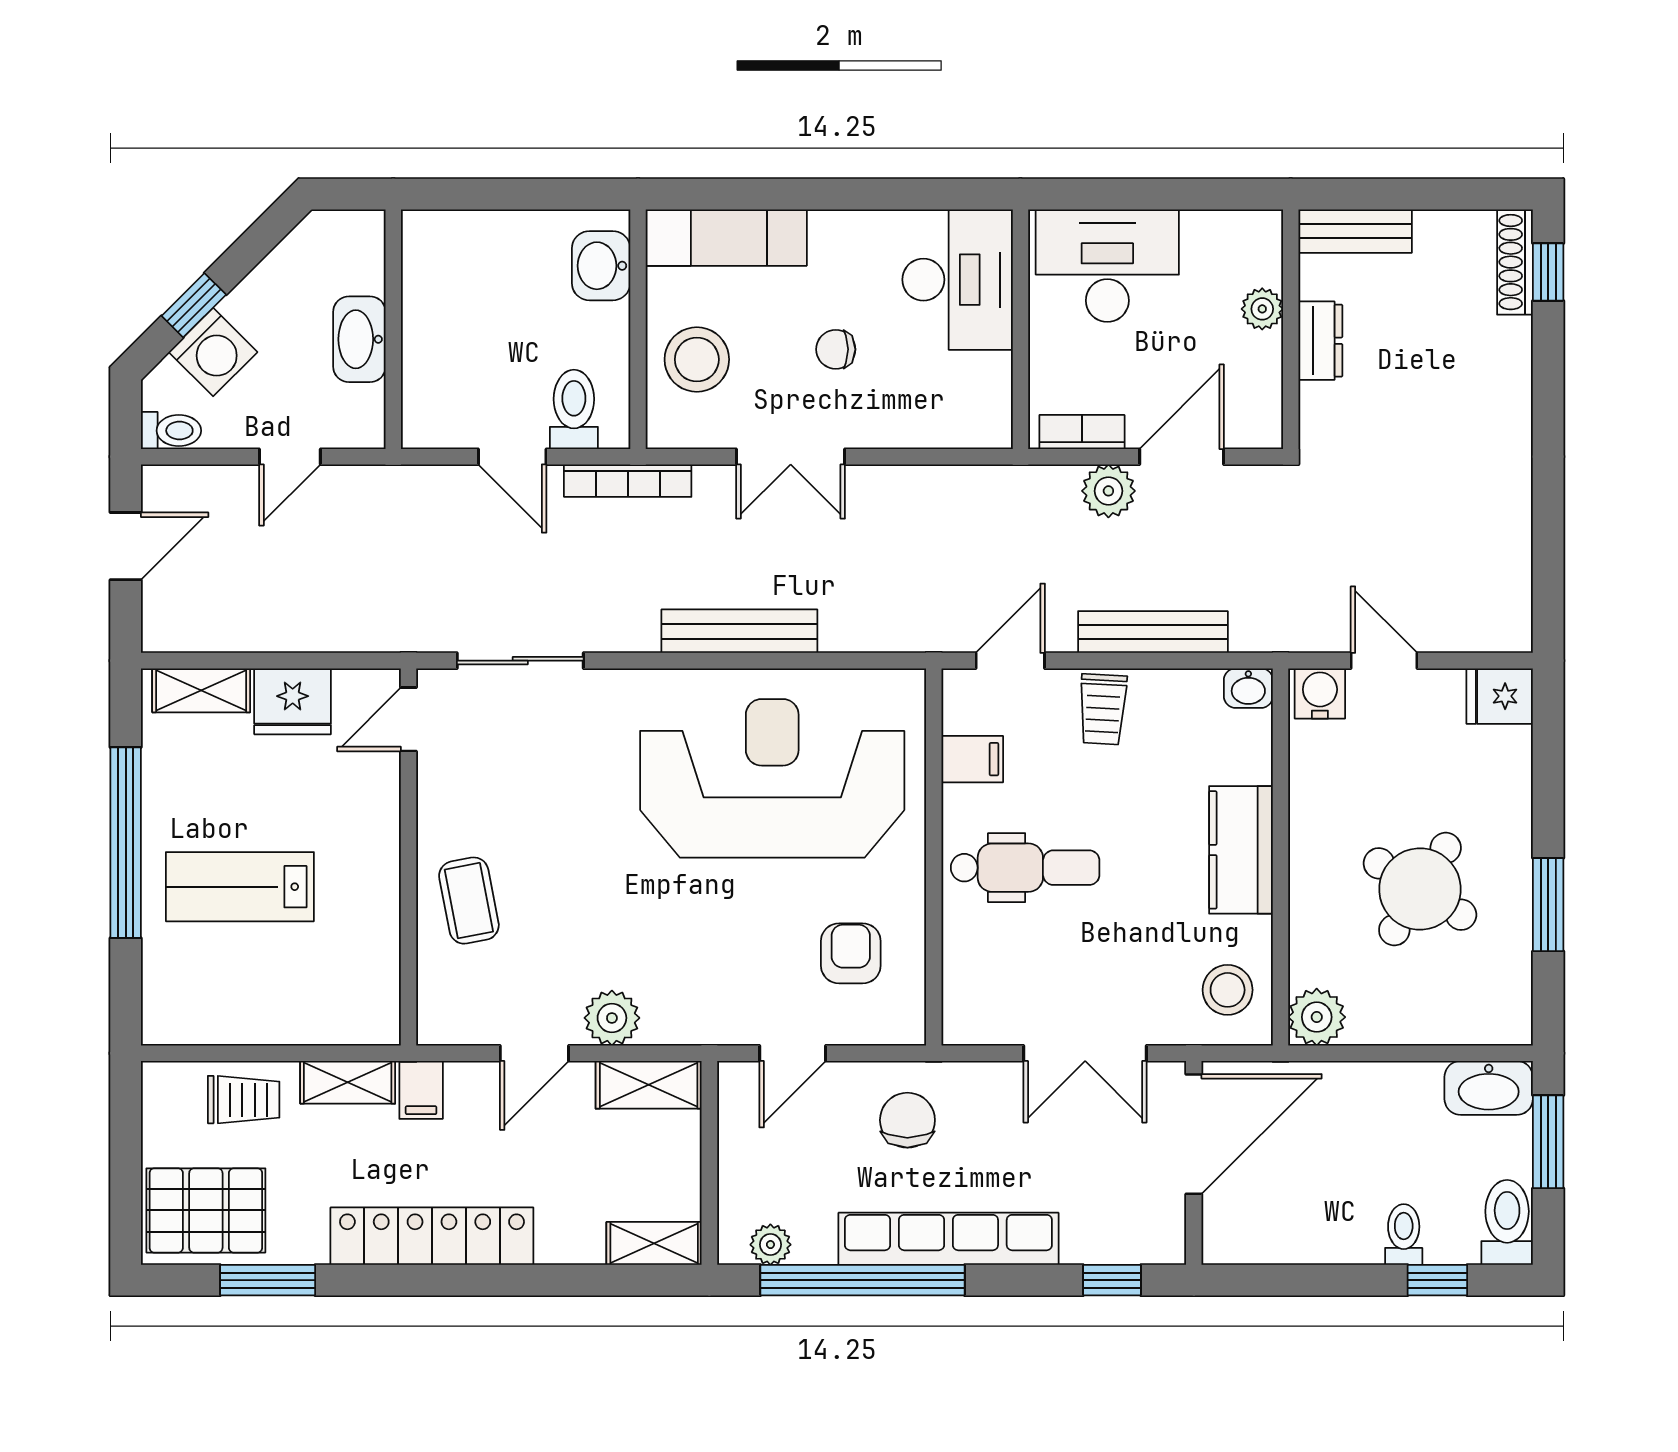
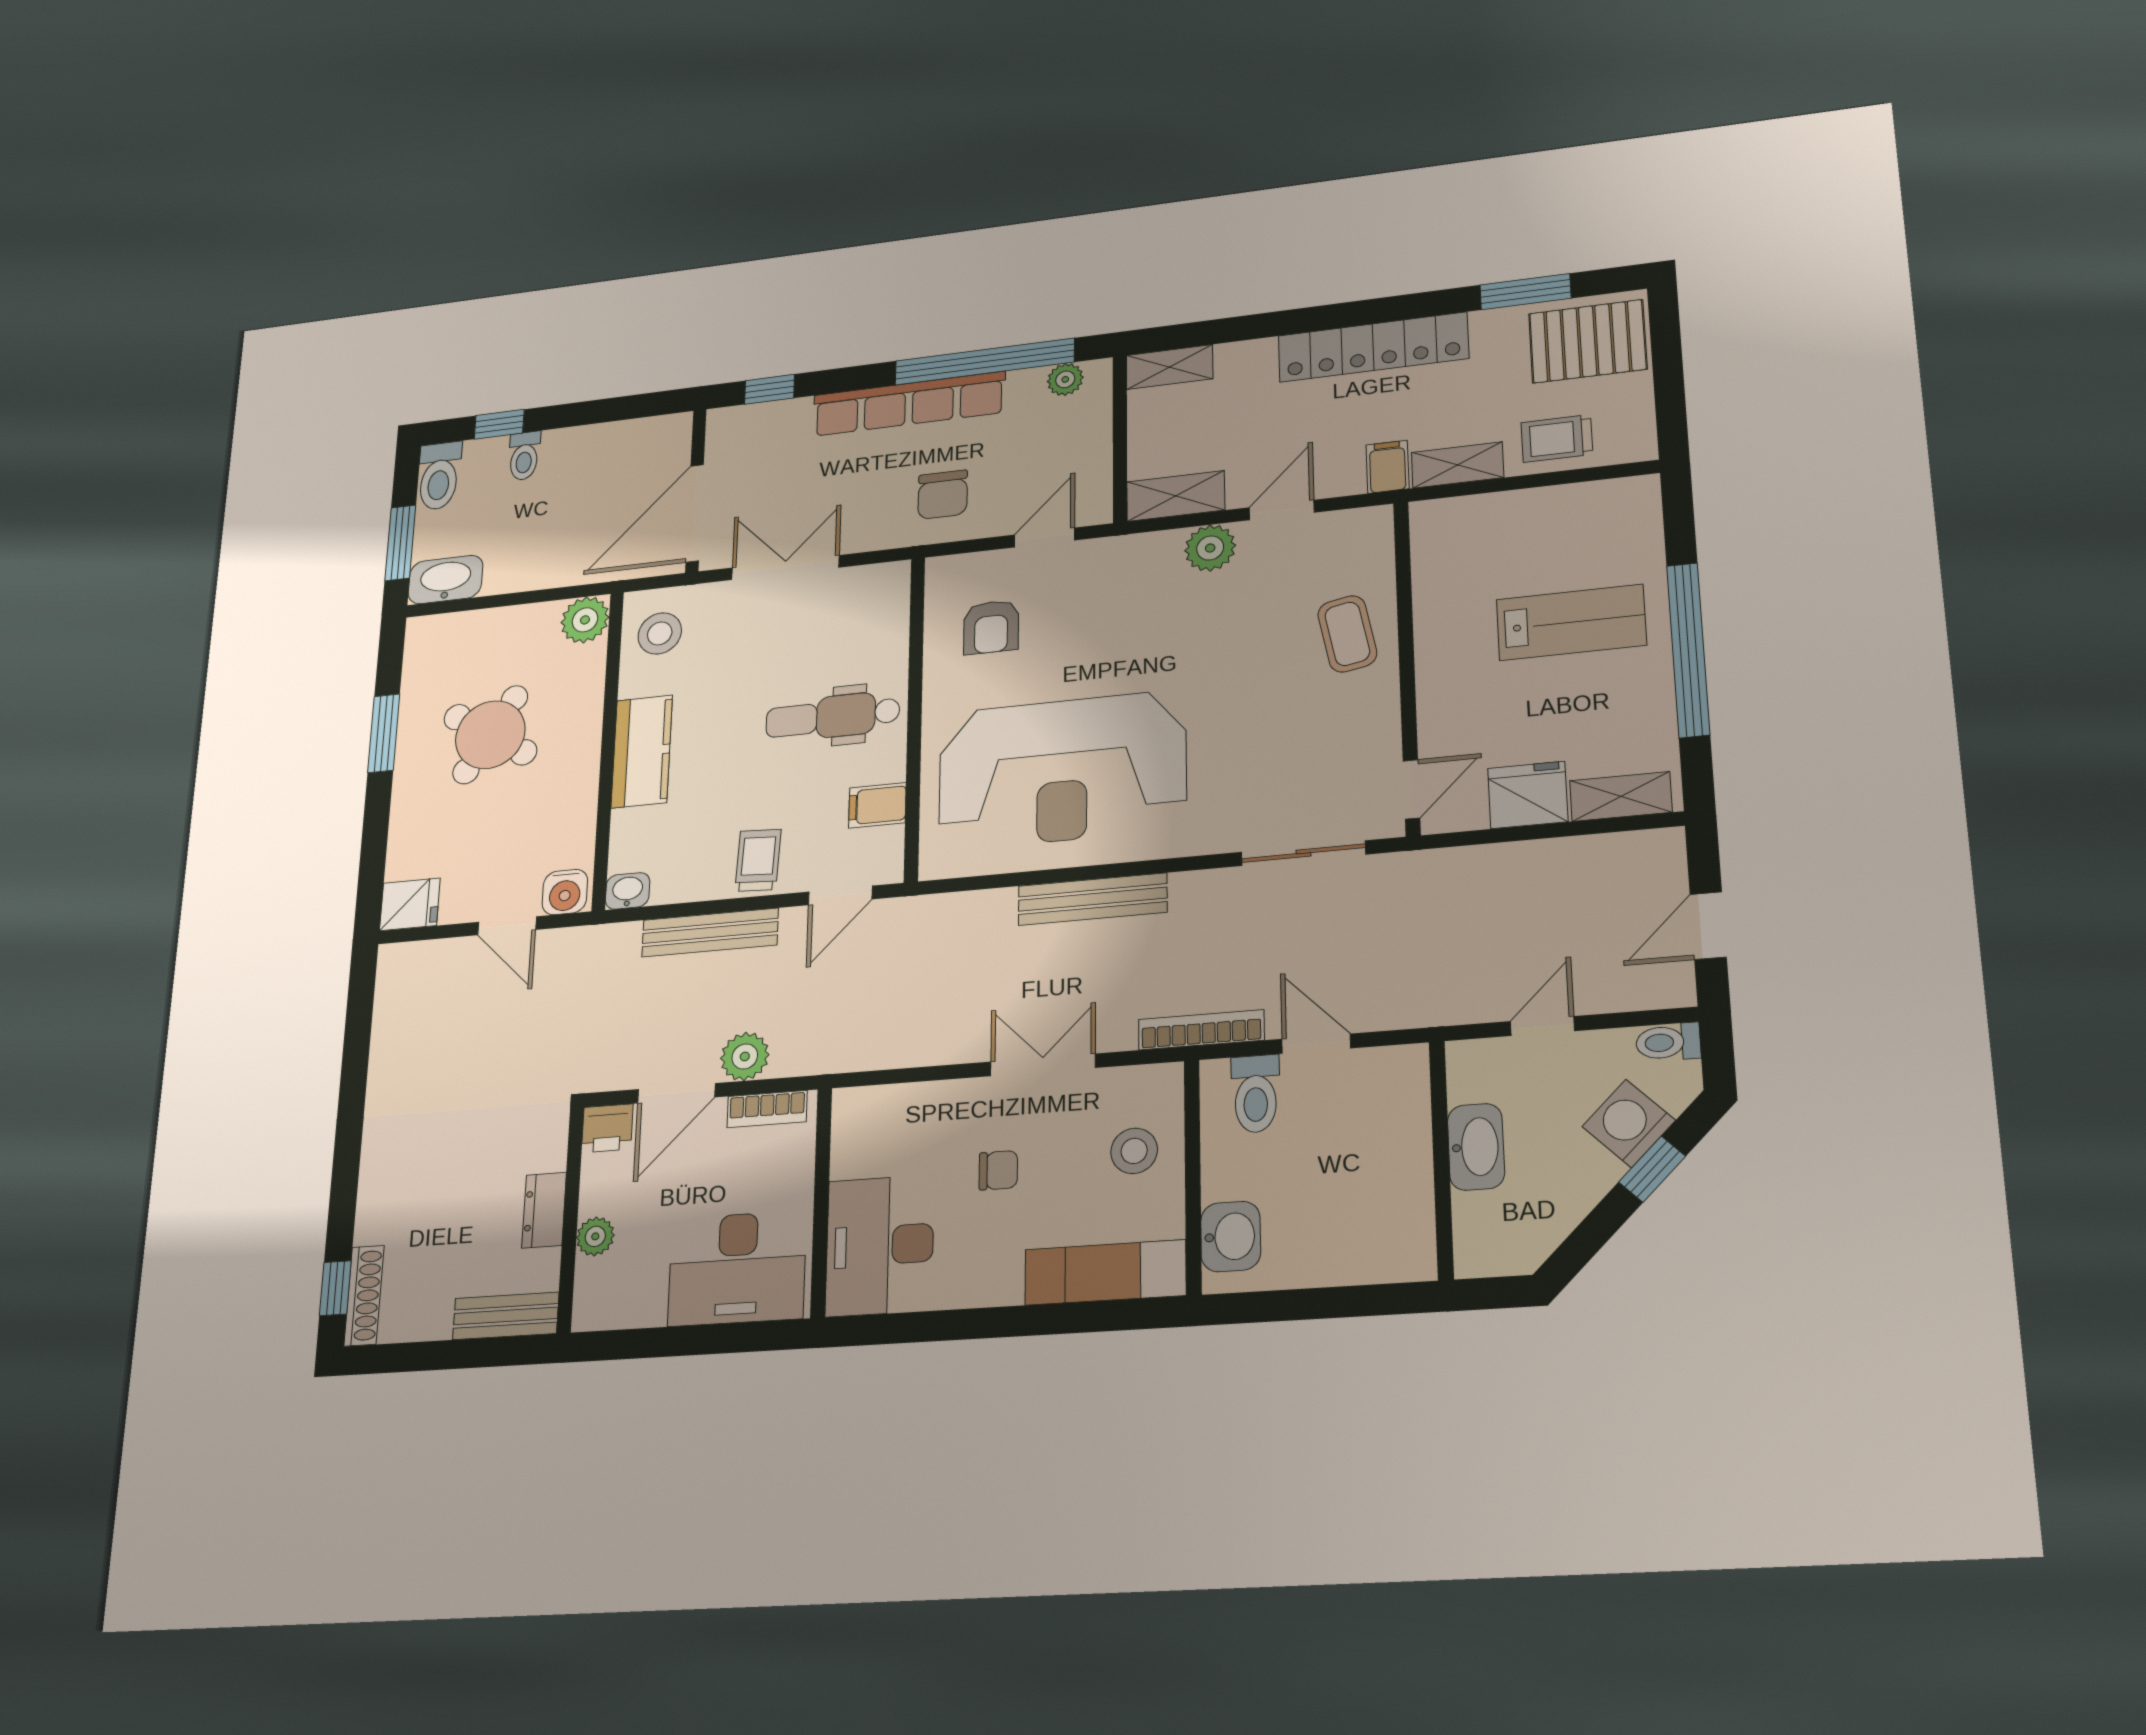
stool: (697, 359) -> (1134, 1151), width x0.73, depth x0.73
printer: (1256, 424) -> (607, 1128), added

